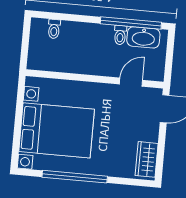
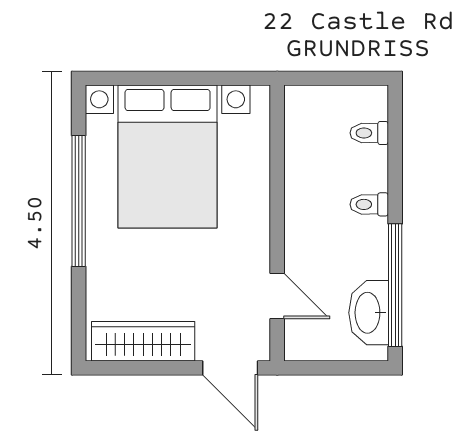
toilet: (120, 35) -> (369, 204), moved
wardrobe: (147, 159) -> (143, 341), width x1.50

